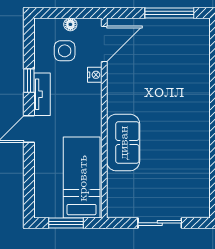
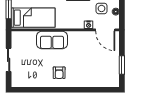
window: (169, 13) -> (122, 65), width x0.69
armchair: (184, 129) -> (59, 73), added

